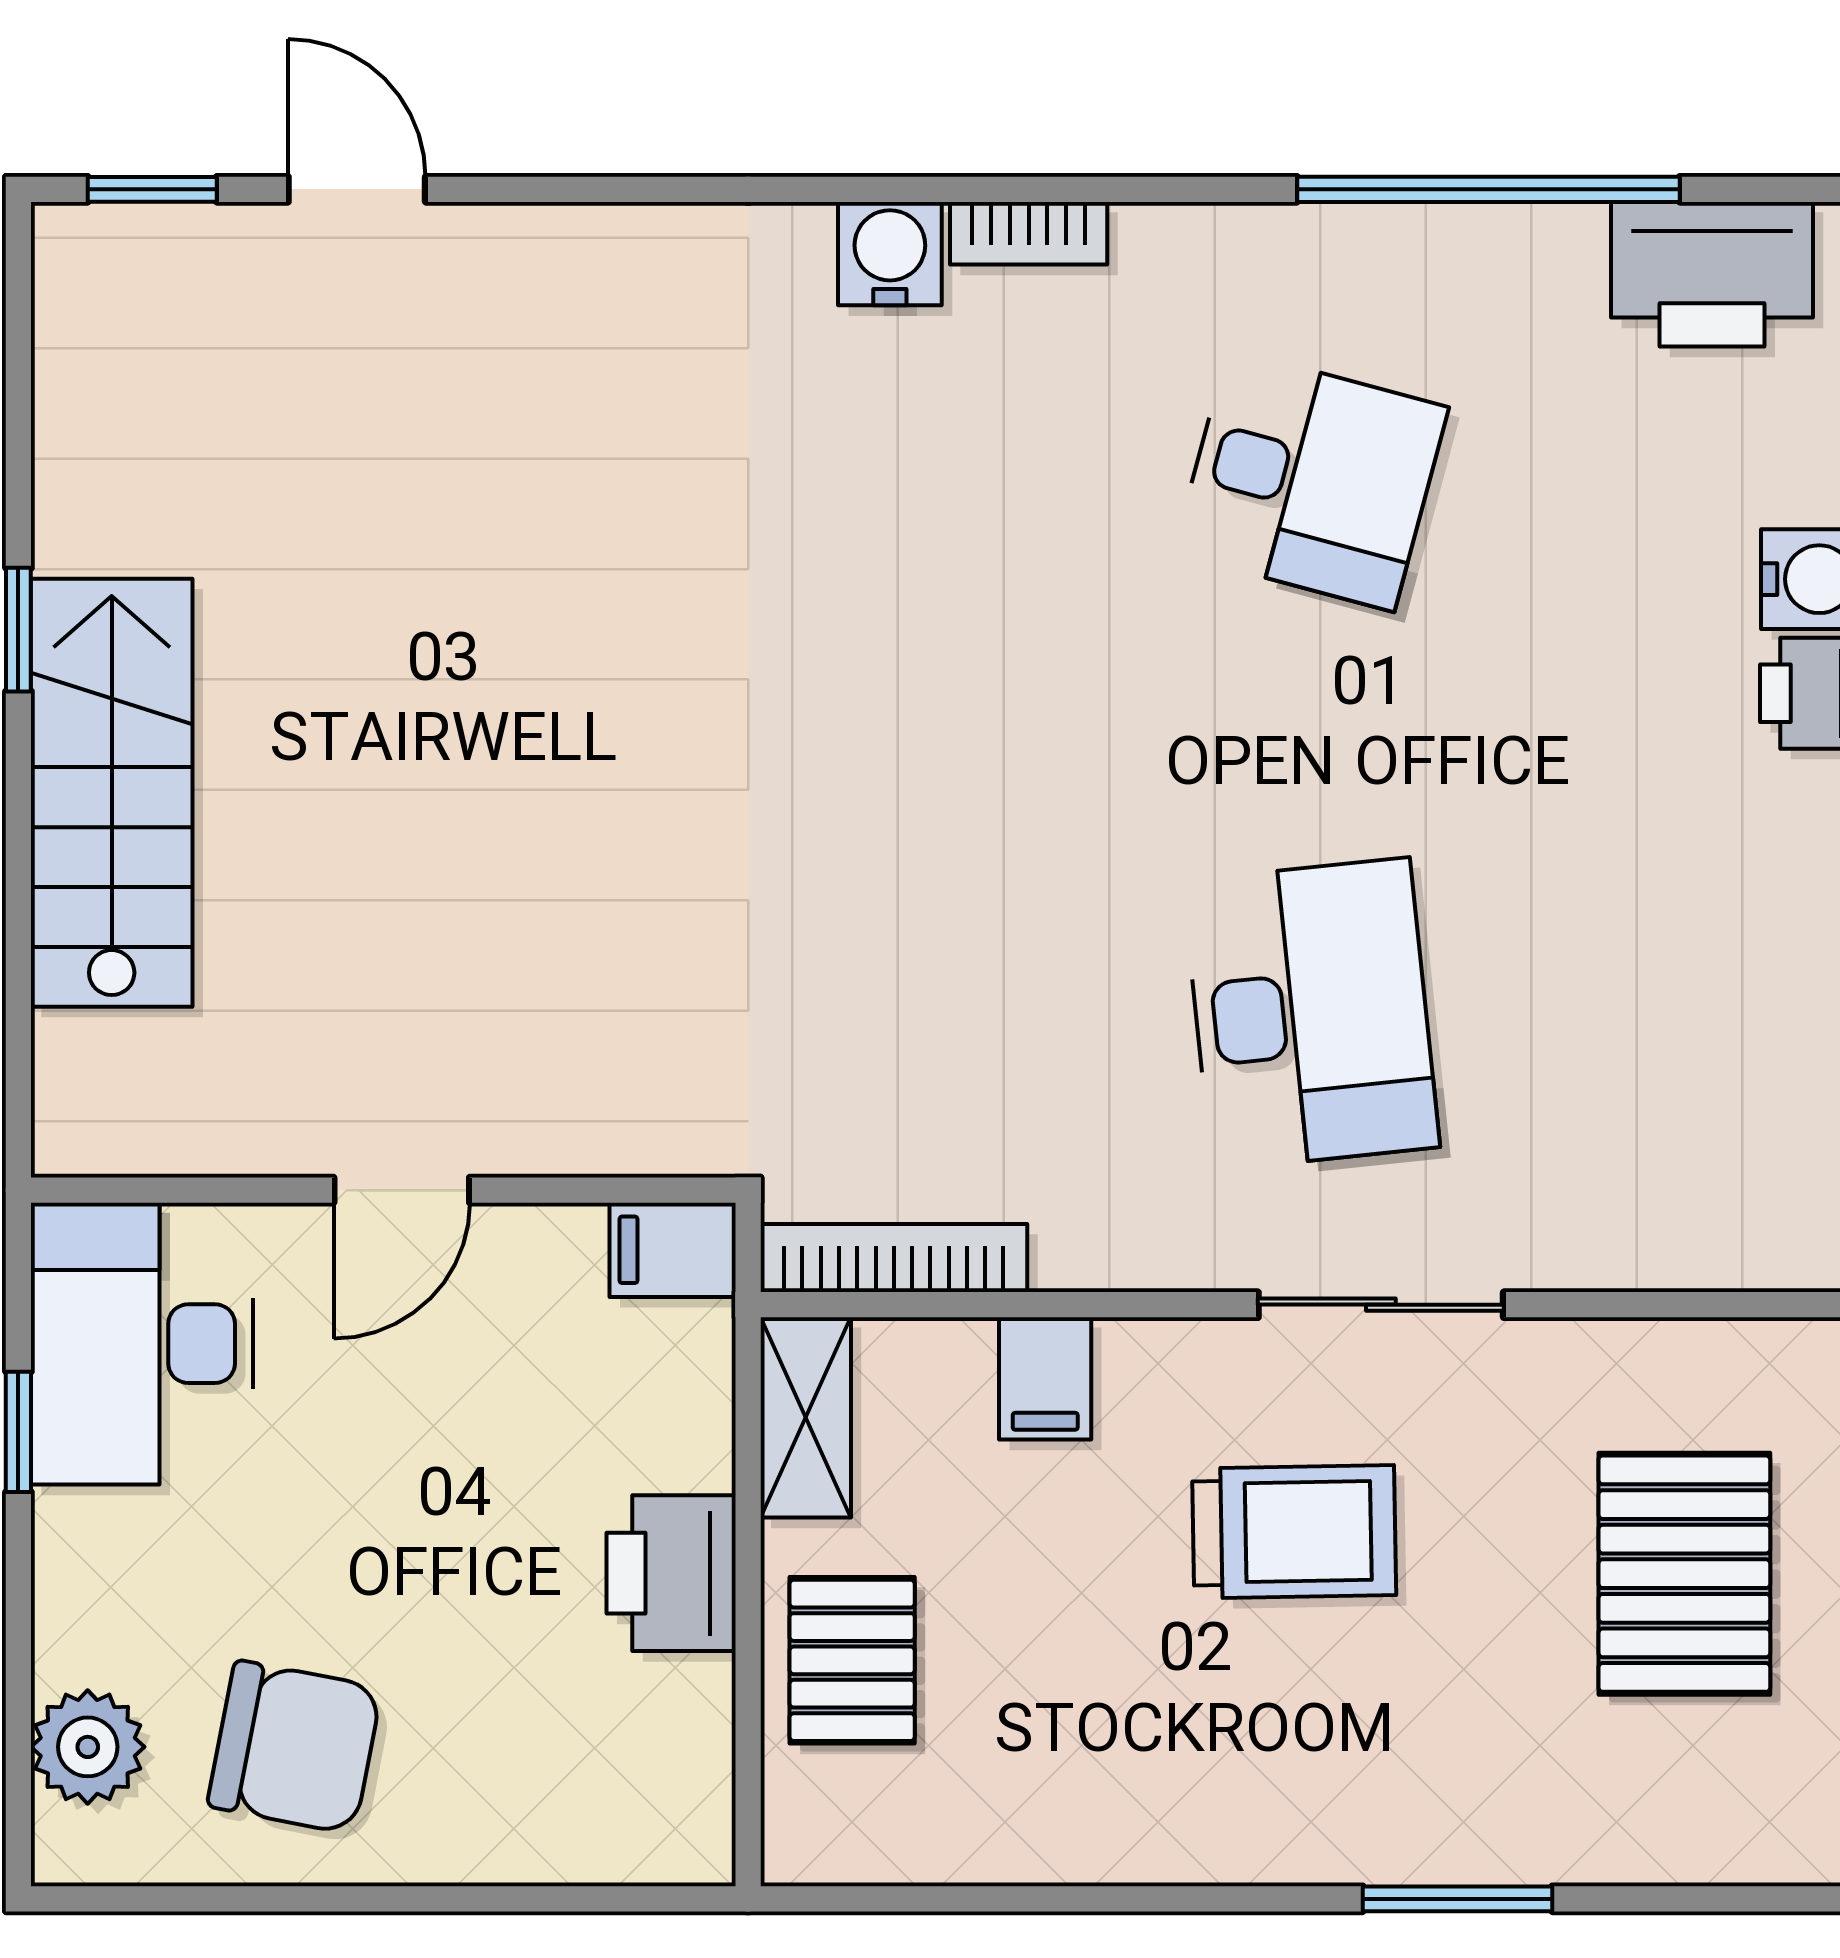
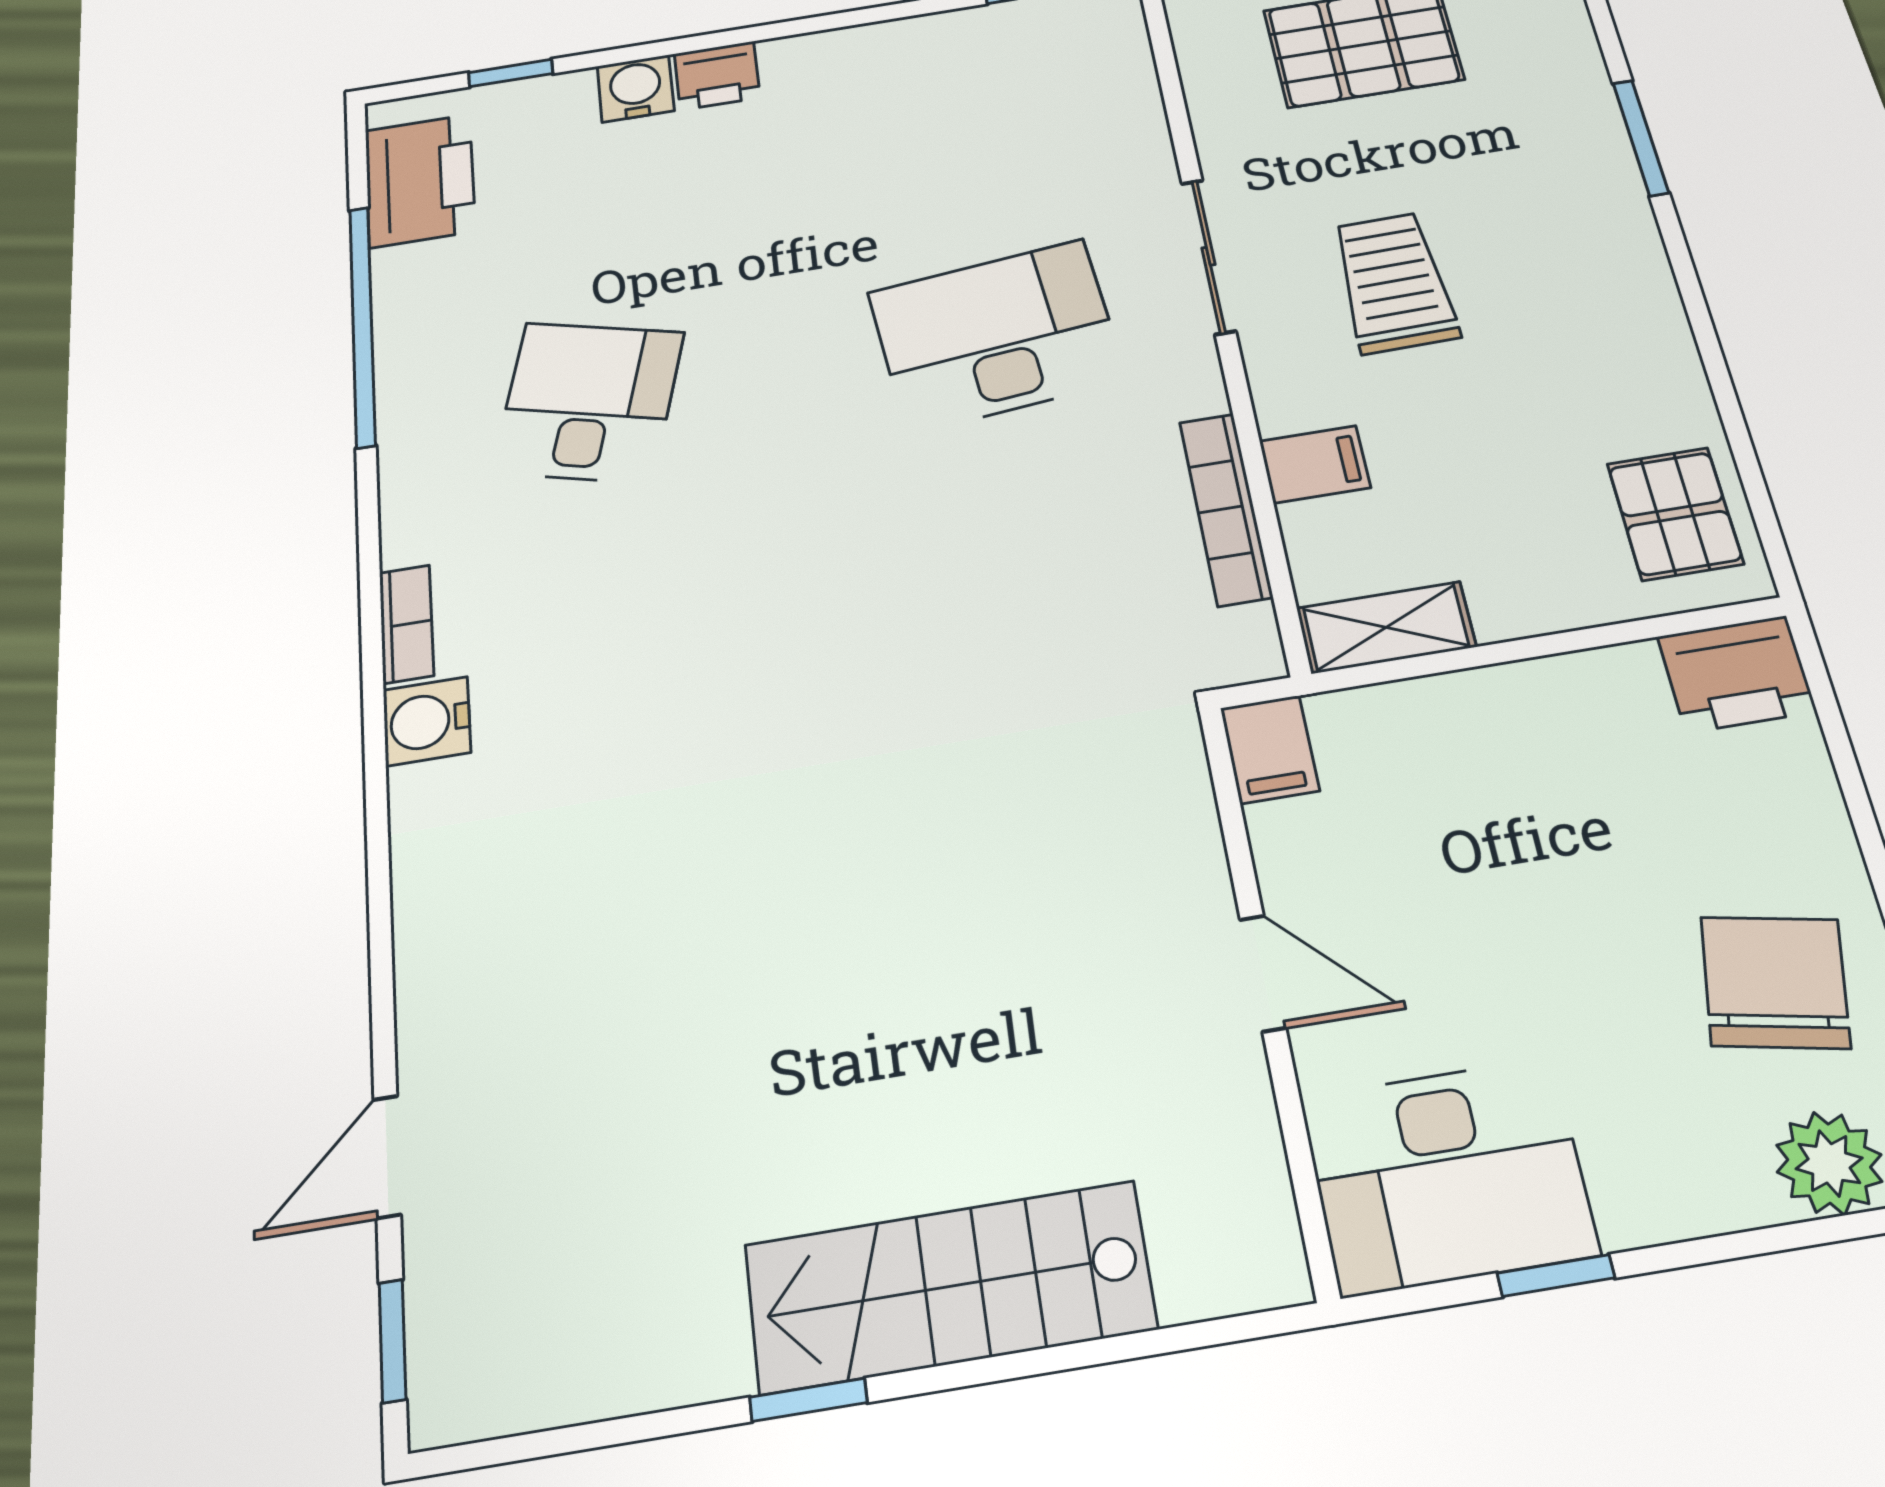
bookcase: (894, 1258) -> (1226, 509), moved
printer: (671, 1573) -> (1736, 674), moved
pallet: (852, 1660) -> (1675, 514), moved, turned 90

